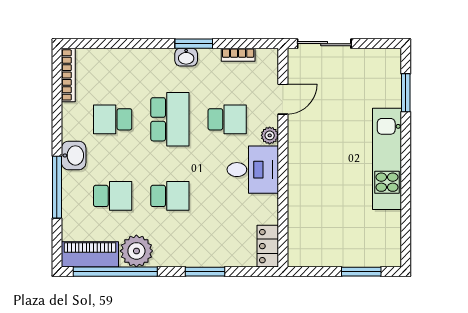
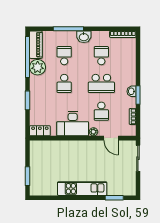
desk: (253, 170) -> (73, 124), width x1.37
school desk: (113, 196) -> (64, 56), turned 180

